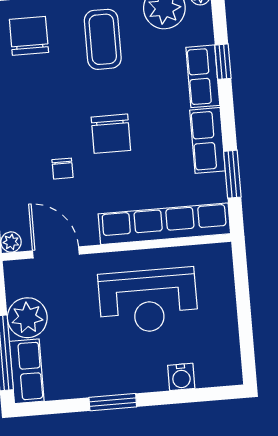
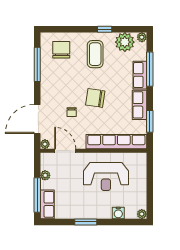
window: (223, 62) -> (150, 69), width x2.17
chair: (111, 134) -> (95, 98), turned 98
plant: (27, 318) -> (45, 175), width x0.53, depth x0.53
plant: (232, 375) -> (142, 214), added

